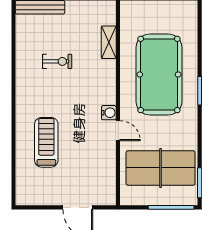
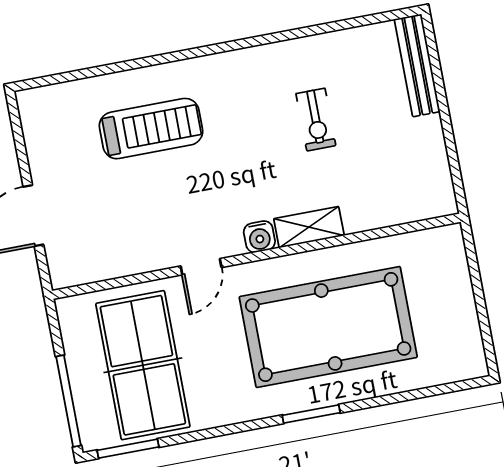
shelving: (109, 42) -> (309, 227), moved
water cooler: (109, 113) -> (259, 237), moved

